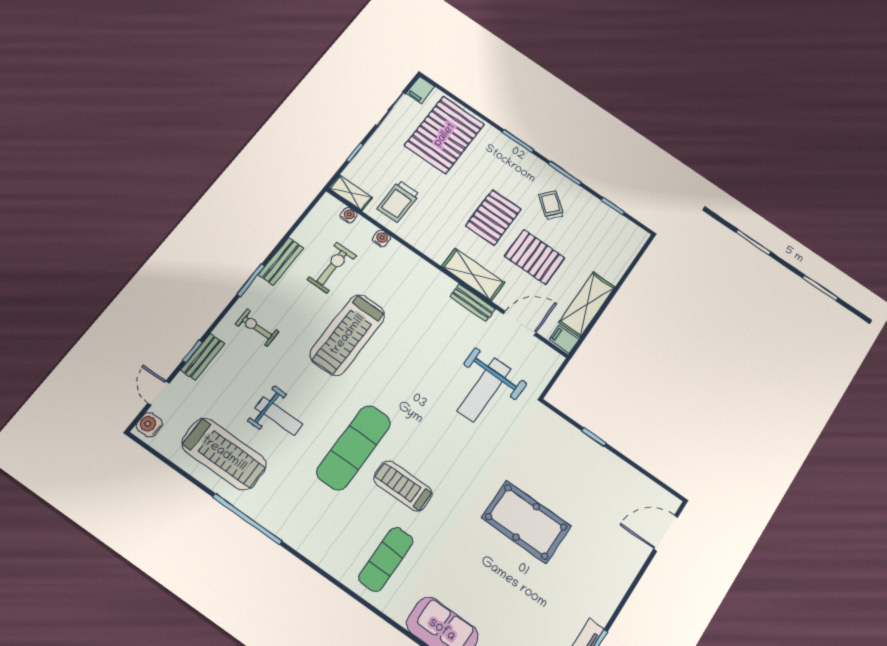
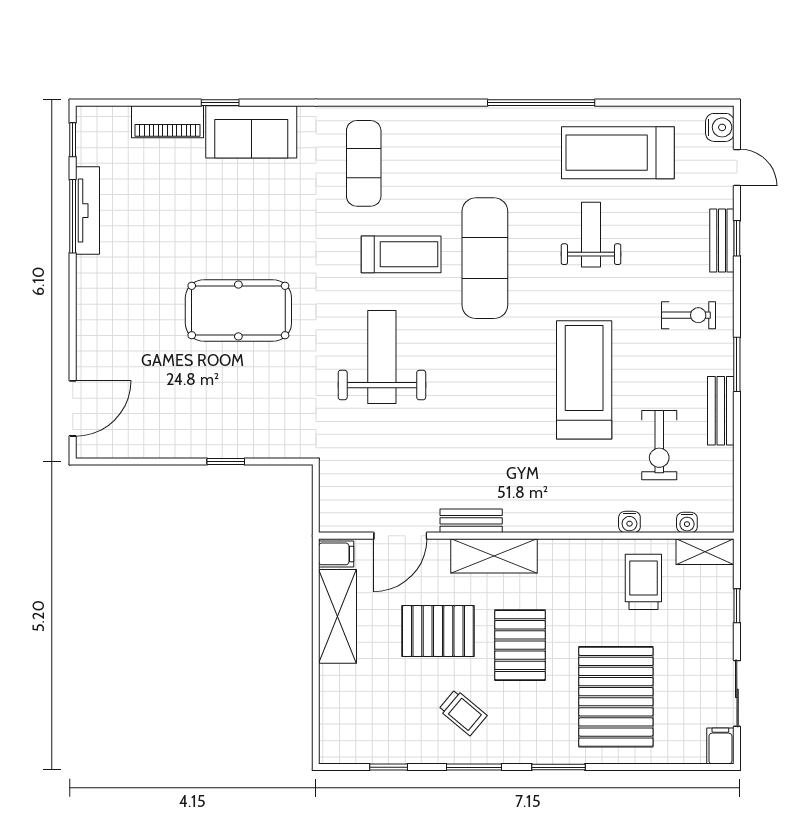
pallet: (445, 135) -> (616, 697), moved
weight bench: (484, 390) -> (382, 357), moved
weight bench: (279, 416) -> (591, 235), turned 90

